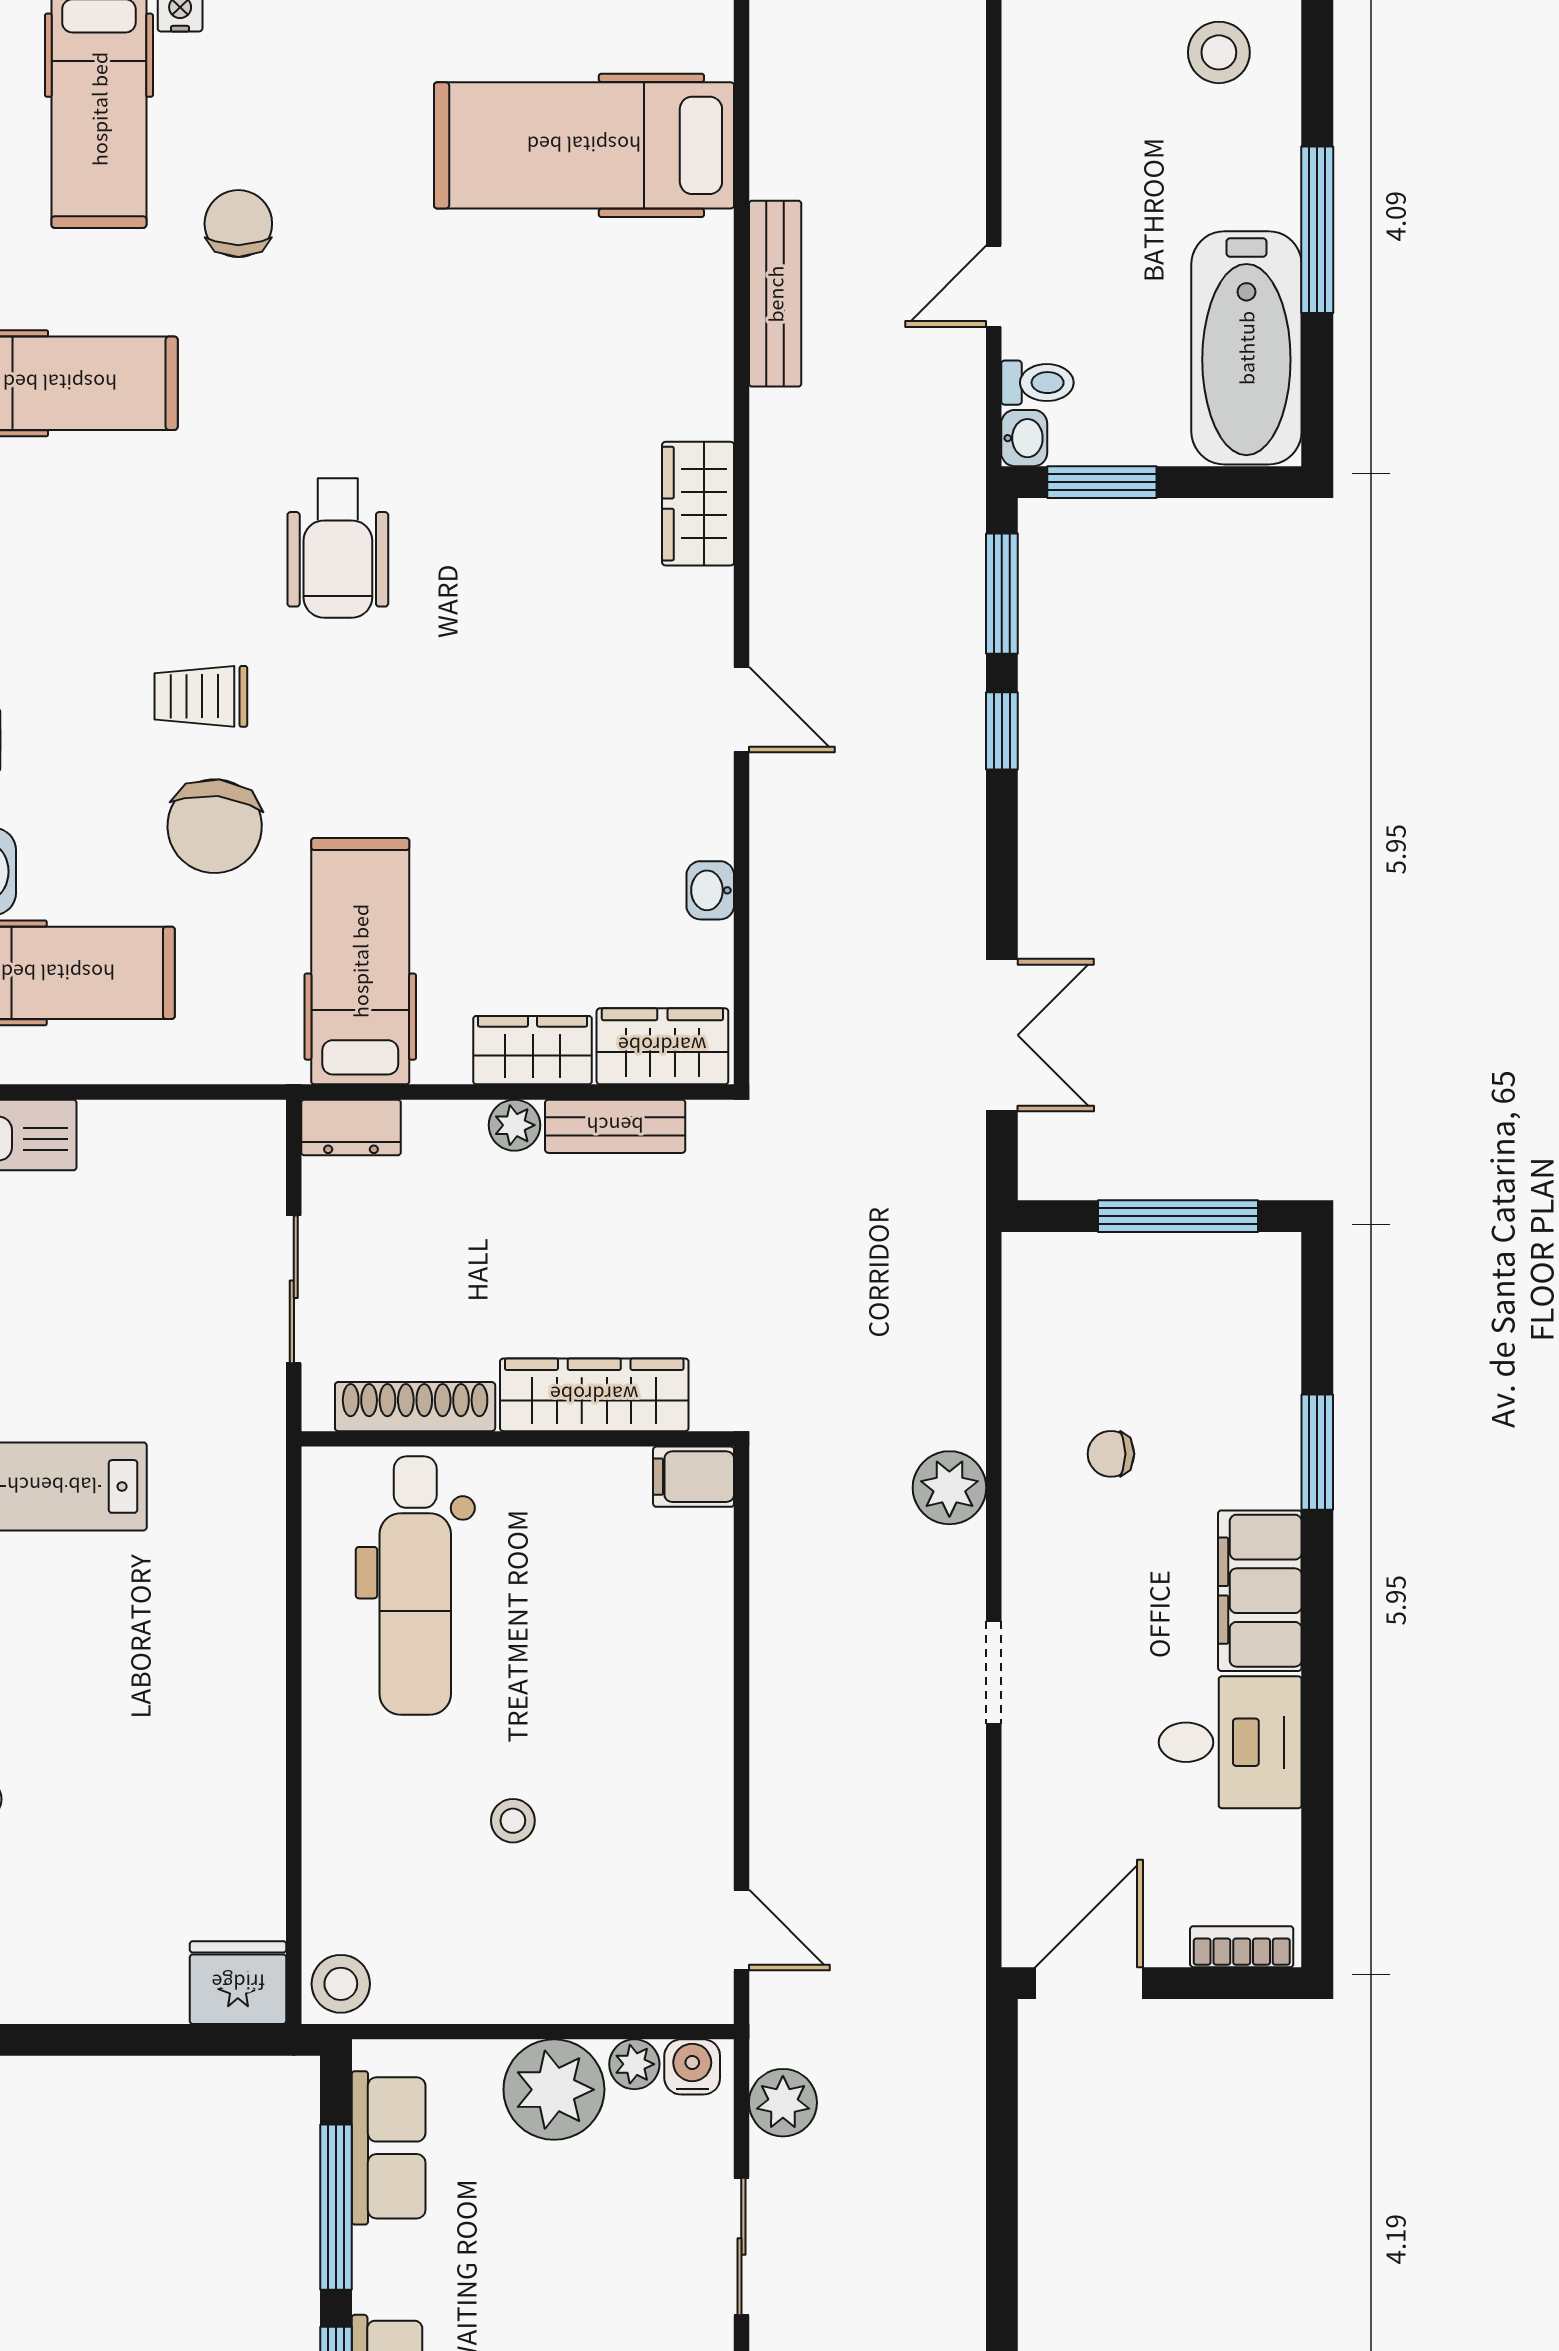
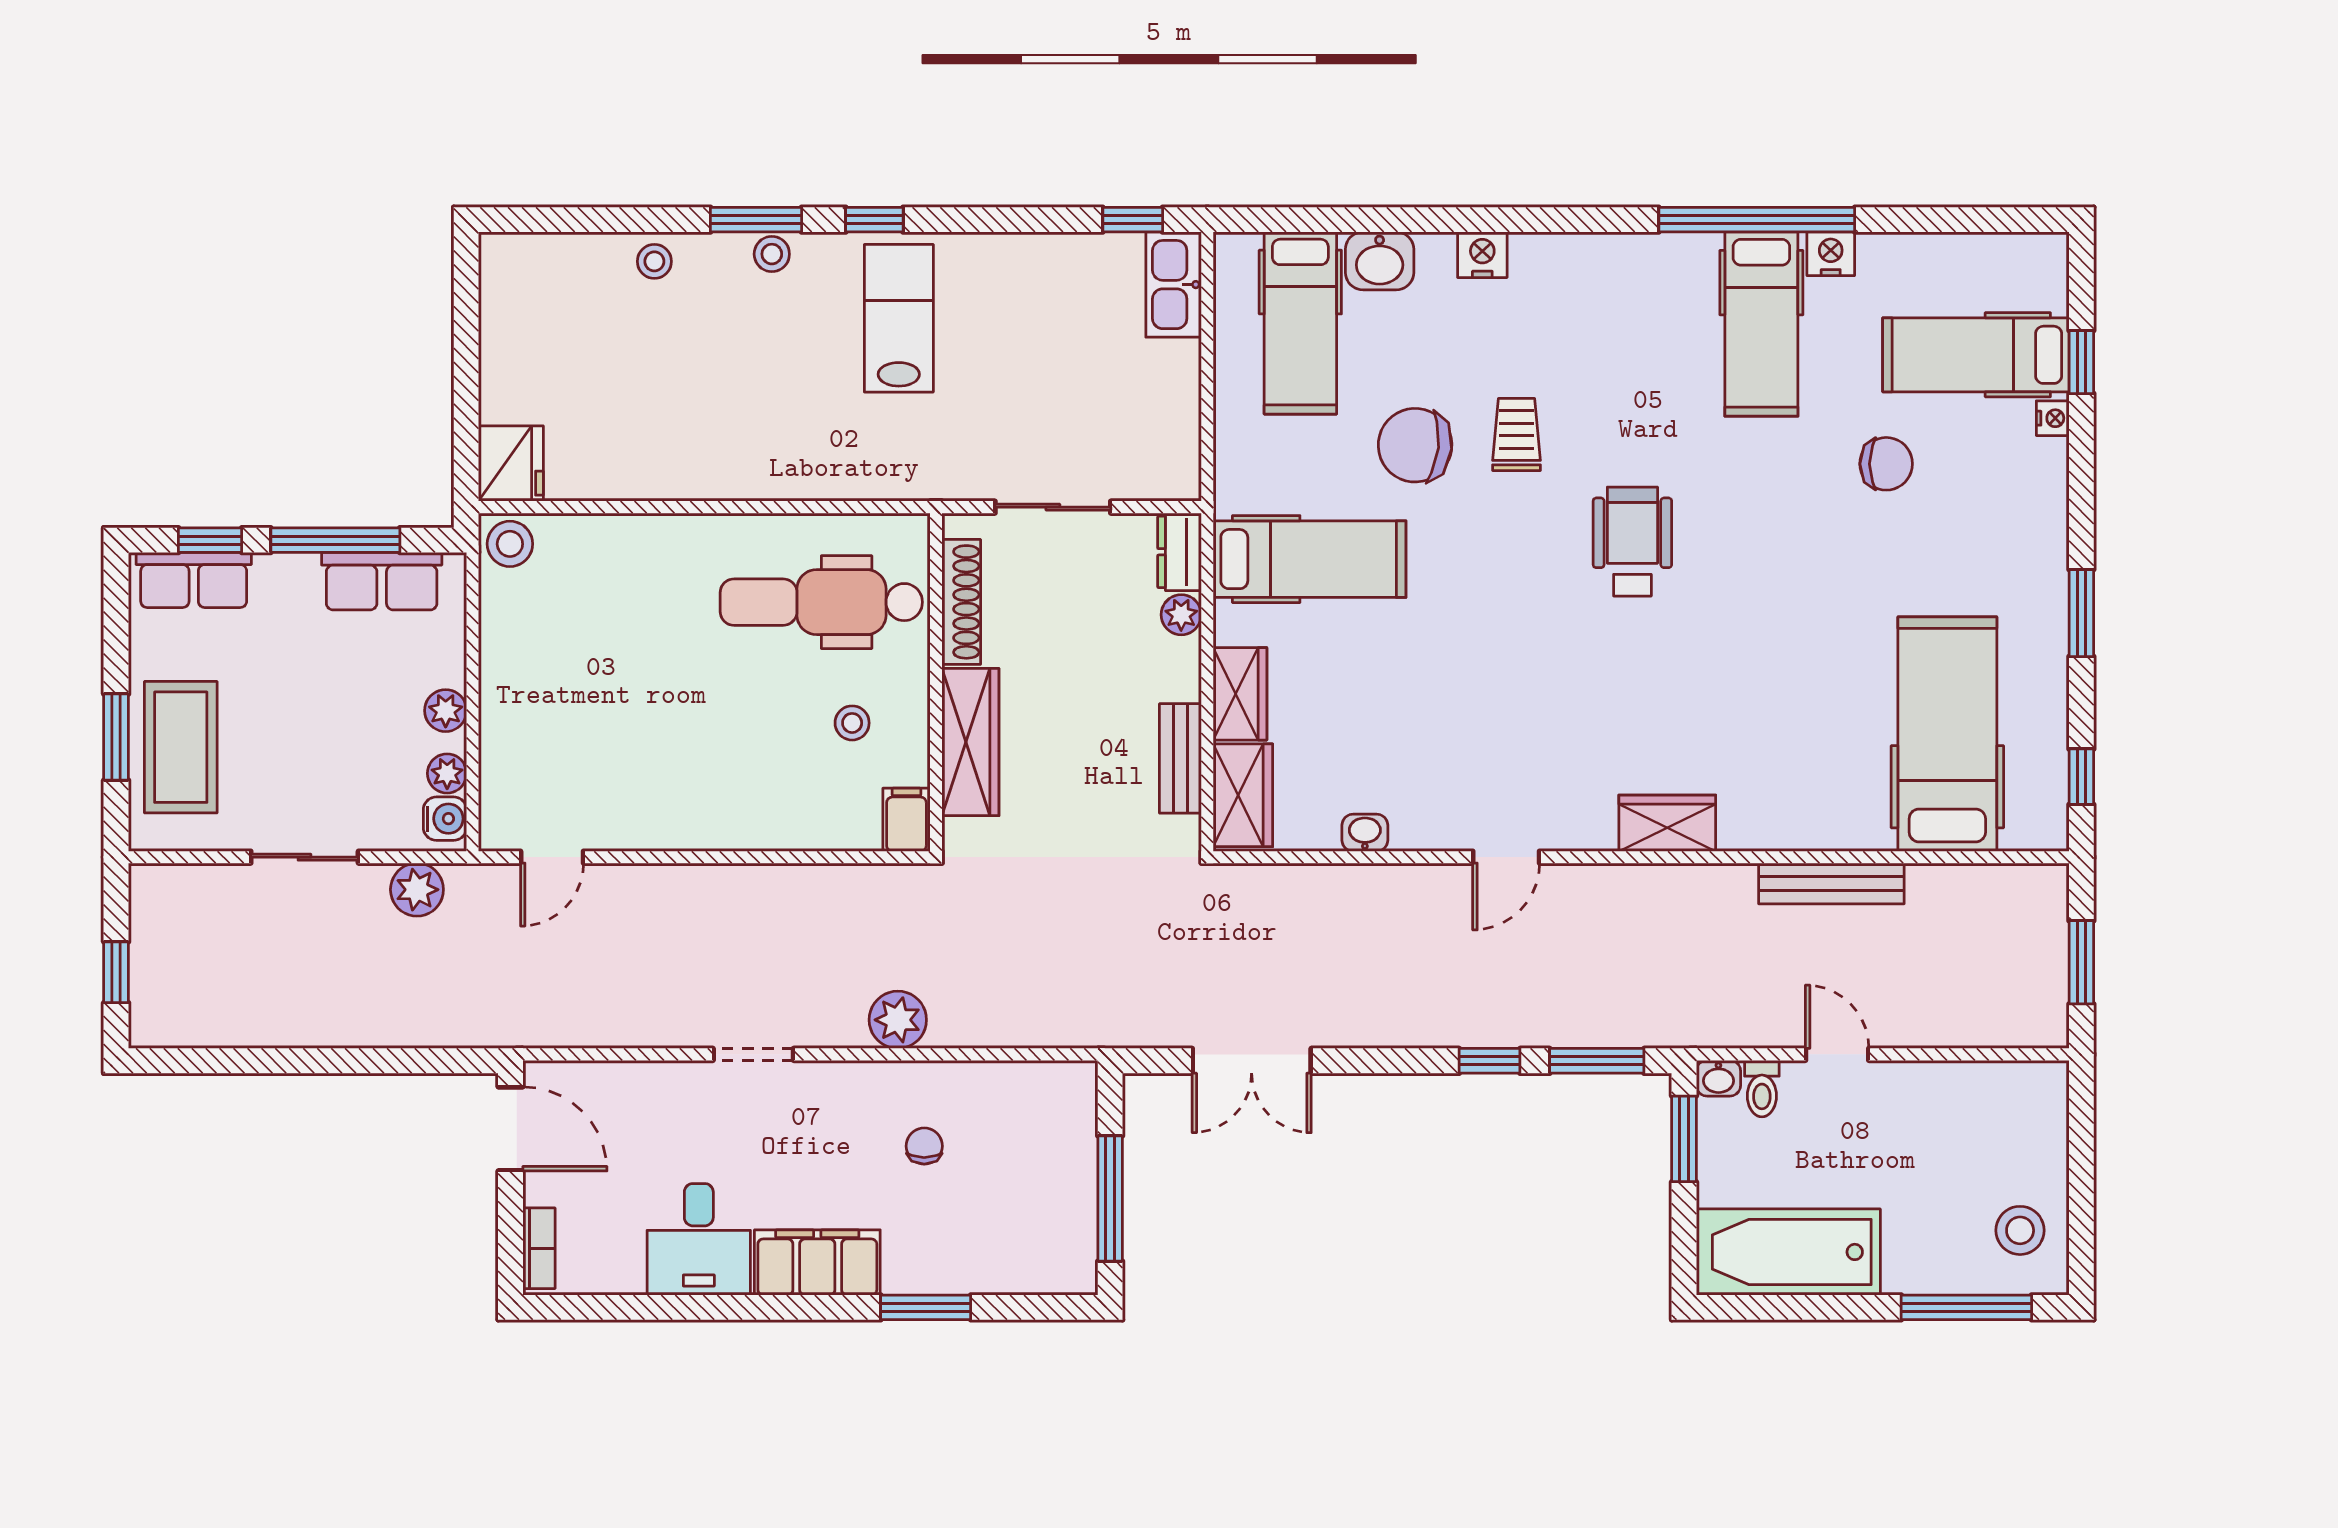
window: (1317, 230) -> (1966, 1307), moved
wheelchair: (338, 548) -> (1632, 542), turned 90
plant: (514, 1125) -> (1181, 615), moved
stool: (513, 1821) -> (852, 723), moved
plant: (554, 2090) -> (446, 711), width x0.53, depth x0.53

